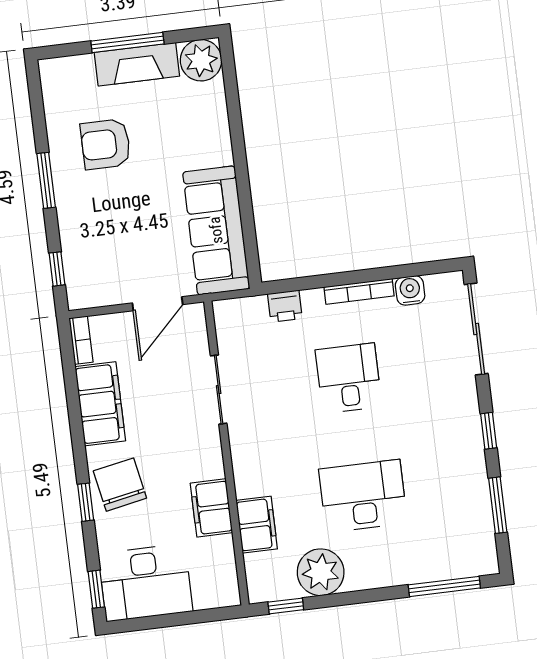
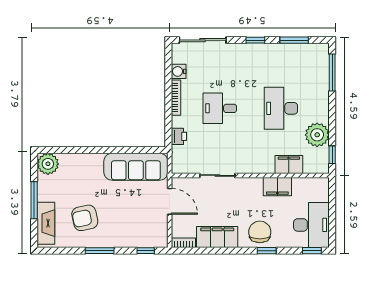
fireplace: (137, 64) -> (46, 223), moved
armchair: (106, 144) -> (85, 218), turned 78
chair: (120, 485) -> (260, 232), turned 101

